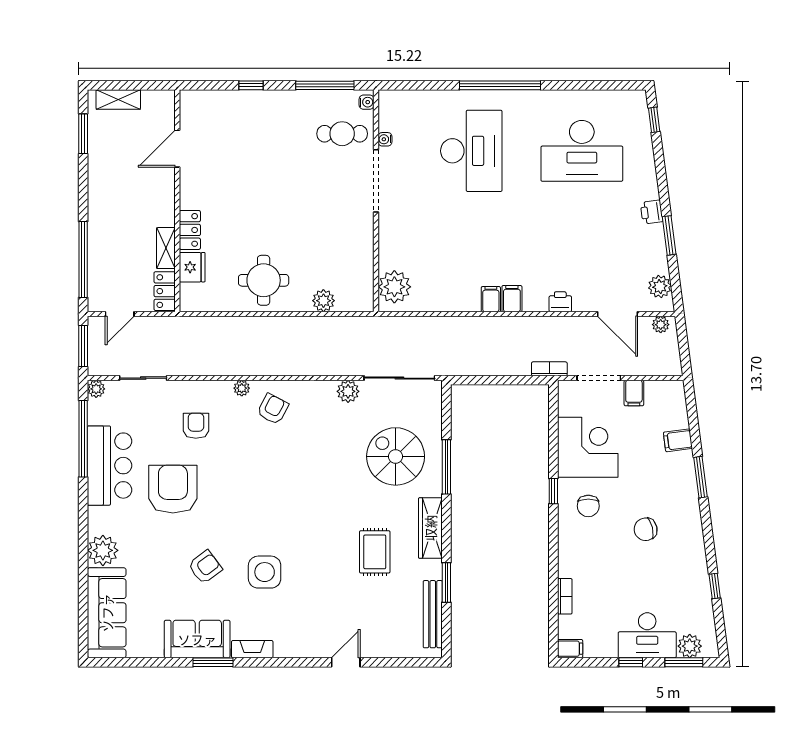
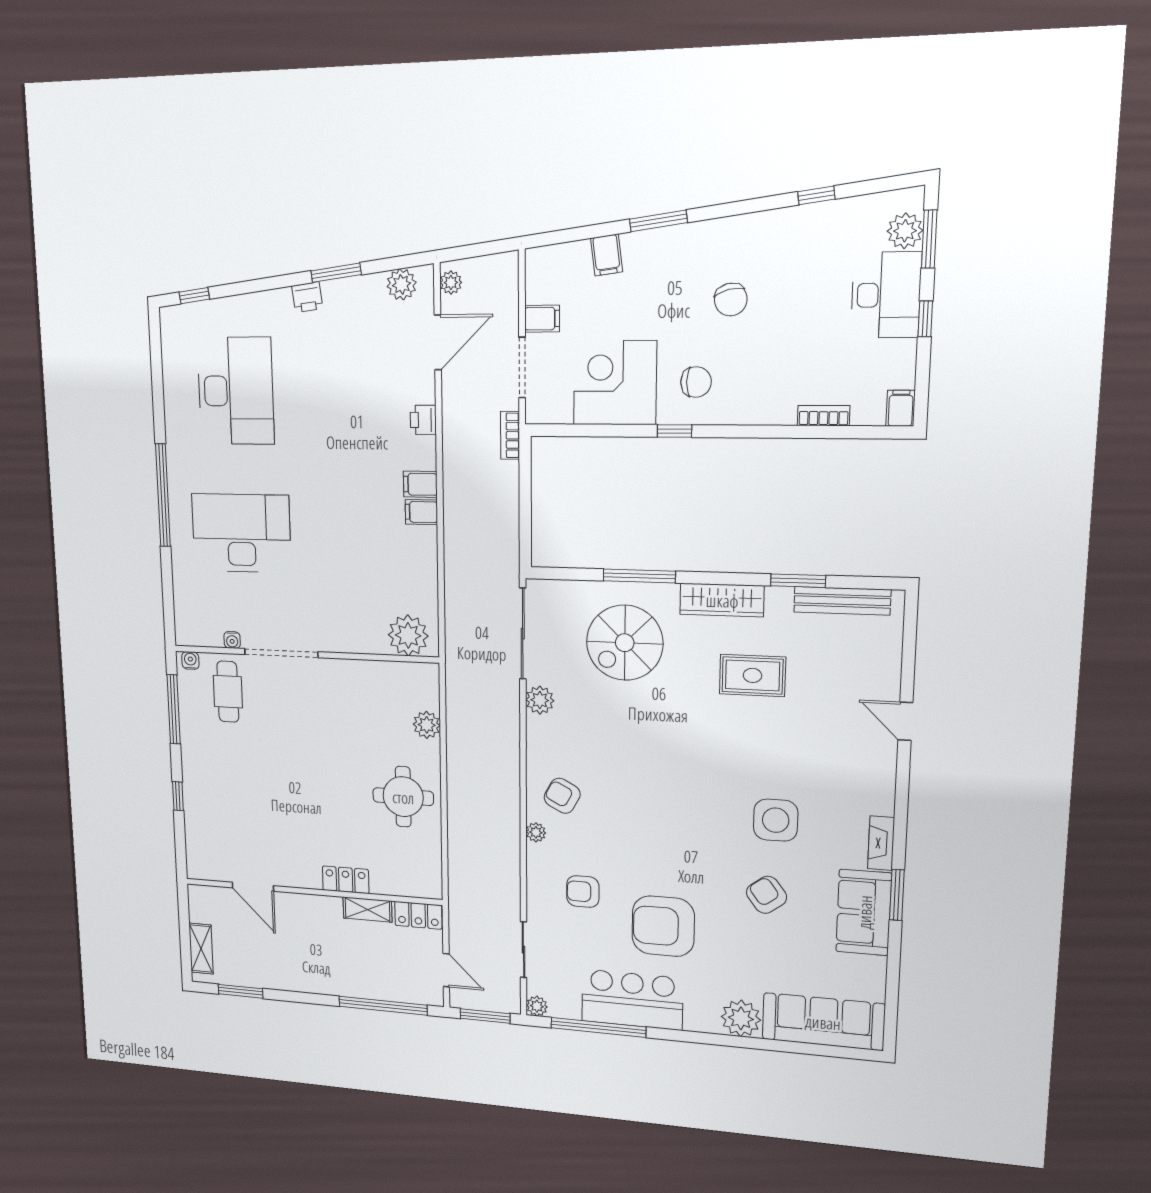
fridge: (192, 267) -> (389, 881), removed

